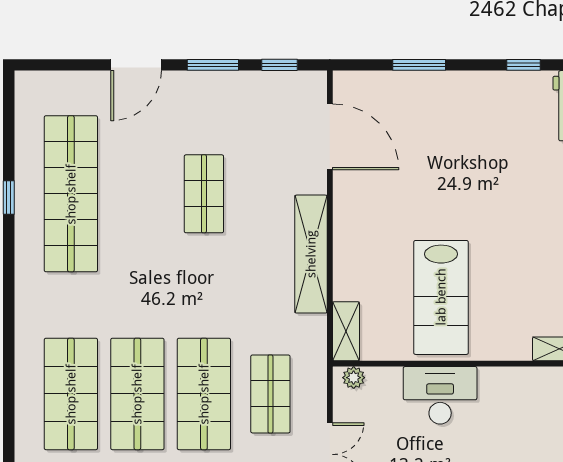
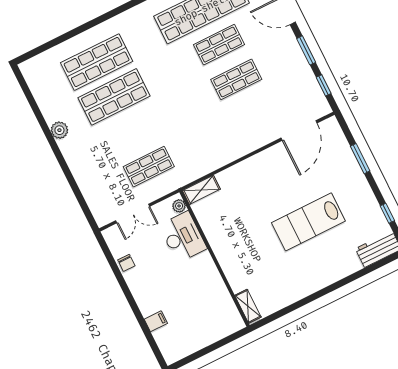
shelving: (311, 254) -> (233, 151), removed
lab bench: (441, 297) -> (308, 222), moved
shop shelf: (204, 394) -> (219, 45), moved, width x0.70, depth x0.74
desk: (440, 395) -> (183, 237), moved

